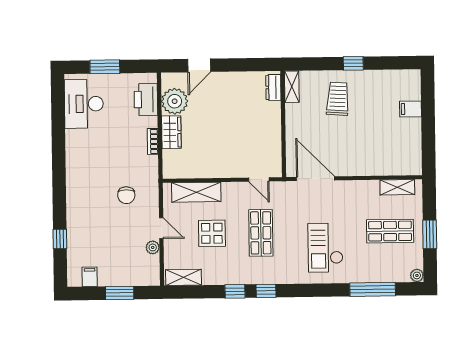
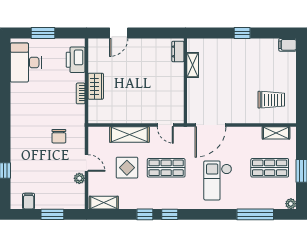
shelving: (292, 87) -> (193, 65), moved
trolley: (338, 99) -> (271, 100), moved, turned 86
plant: (175, 101) -> (99, 61), removed
filing cabinet: (411, 109) -> (288, 45), moved
door: (315, 179) -> (211, 125), swing flipped
shelving: (196, 192) -> (129, 135), moved
shop shelf: (261, 233) -> (166, 168), turned 90

